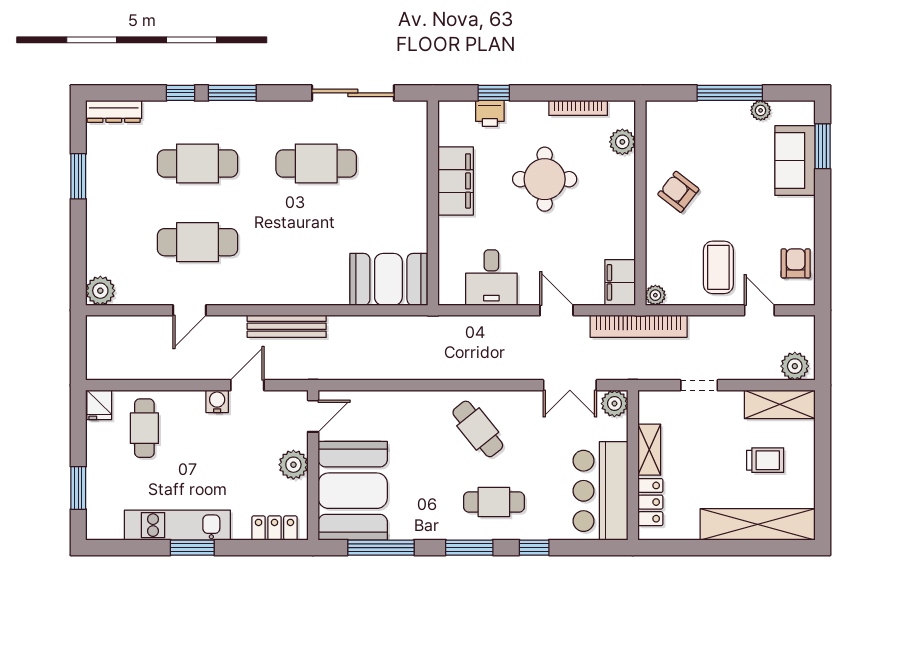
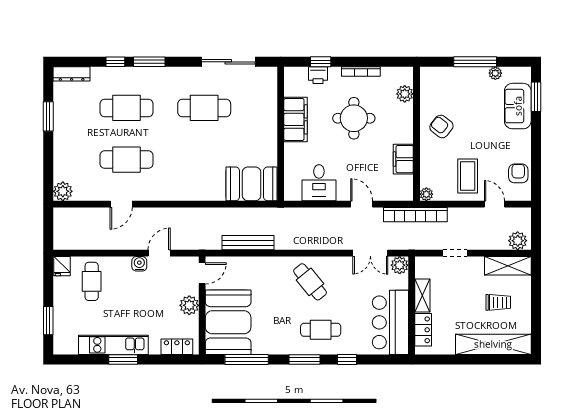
bookcase: (578, 108) -> (361, 72), moved
filing cabinet: (620, 282) -> (403, 159), moved
bench: (287, 326) -> (248, 243), moved

